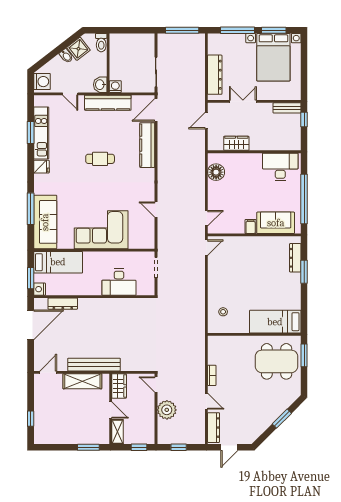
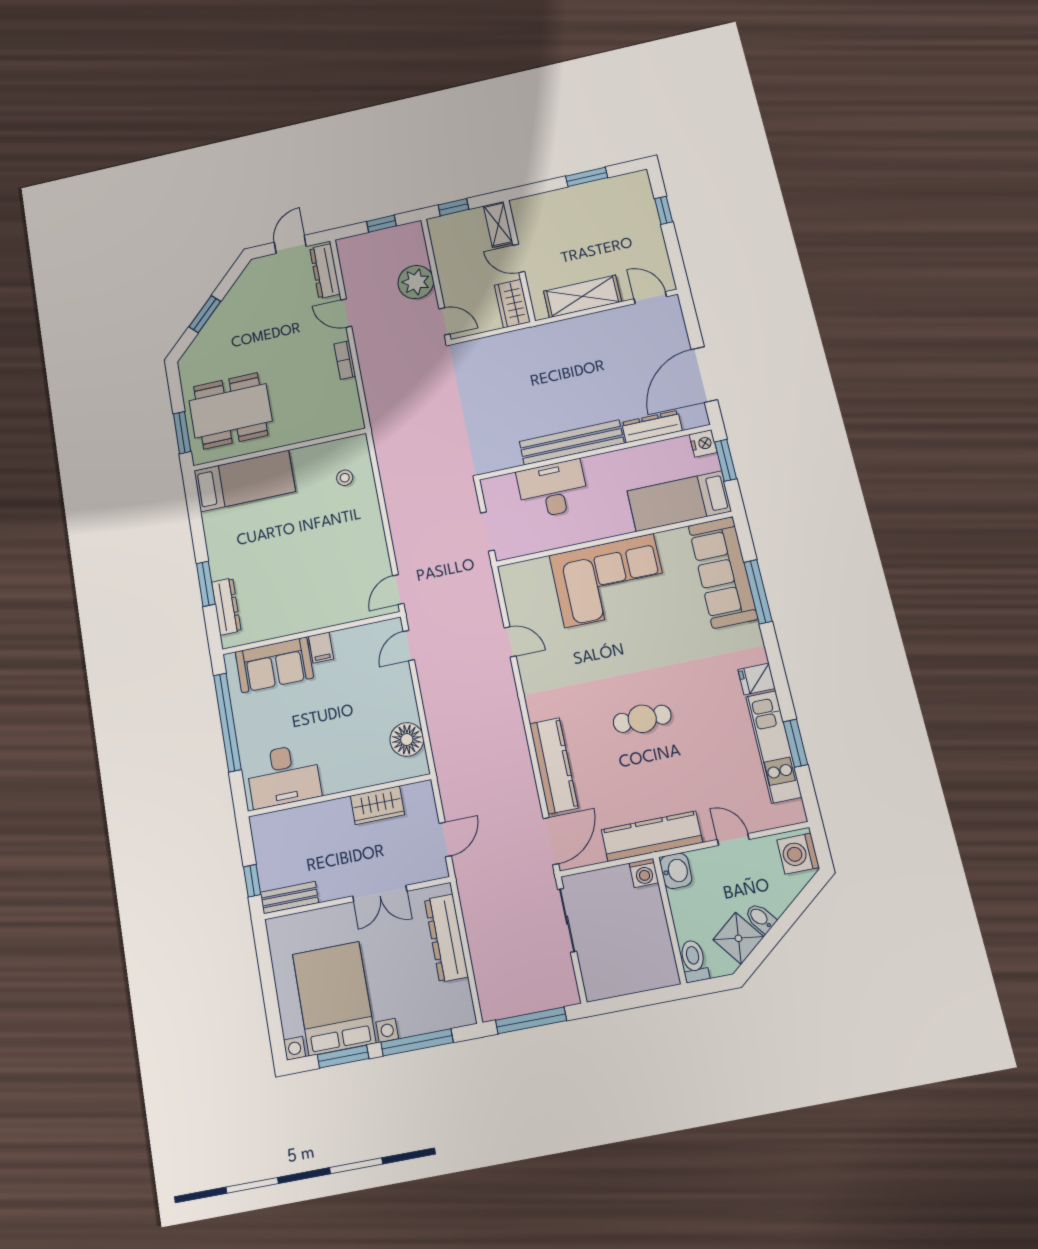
bench: (94, 365) -> (572, 442), moved
door: (48, 372) -> (650, 298), swing flipped
window: (88, 447) -> (587, 177), moved

